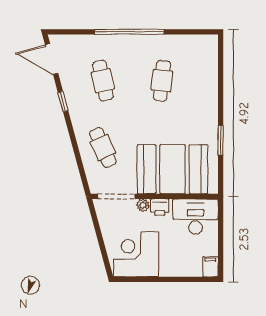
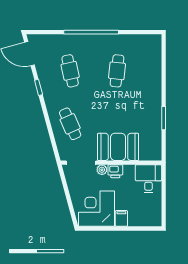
booth: (173, 169) -> (118, 147), width x0.73, depth x0.70
desk: (195, 217) -> (148, 179), width x0.73
filing cabinet: (210, 267) -> (121, 218), moved

